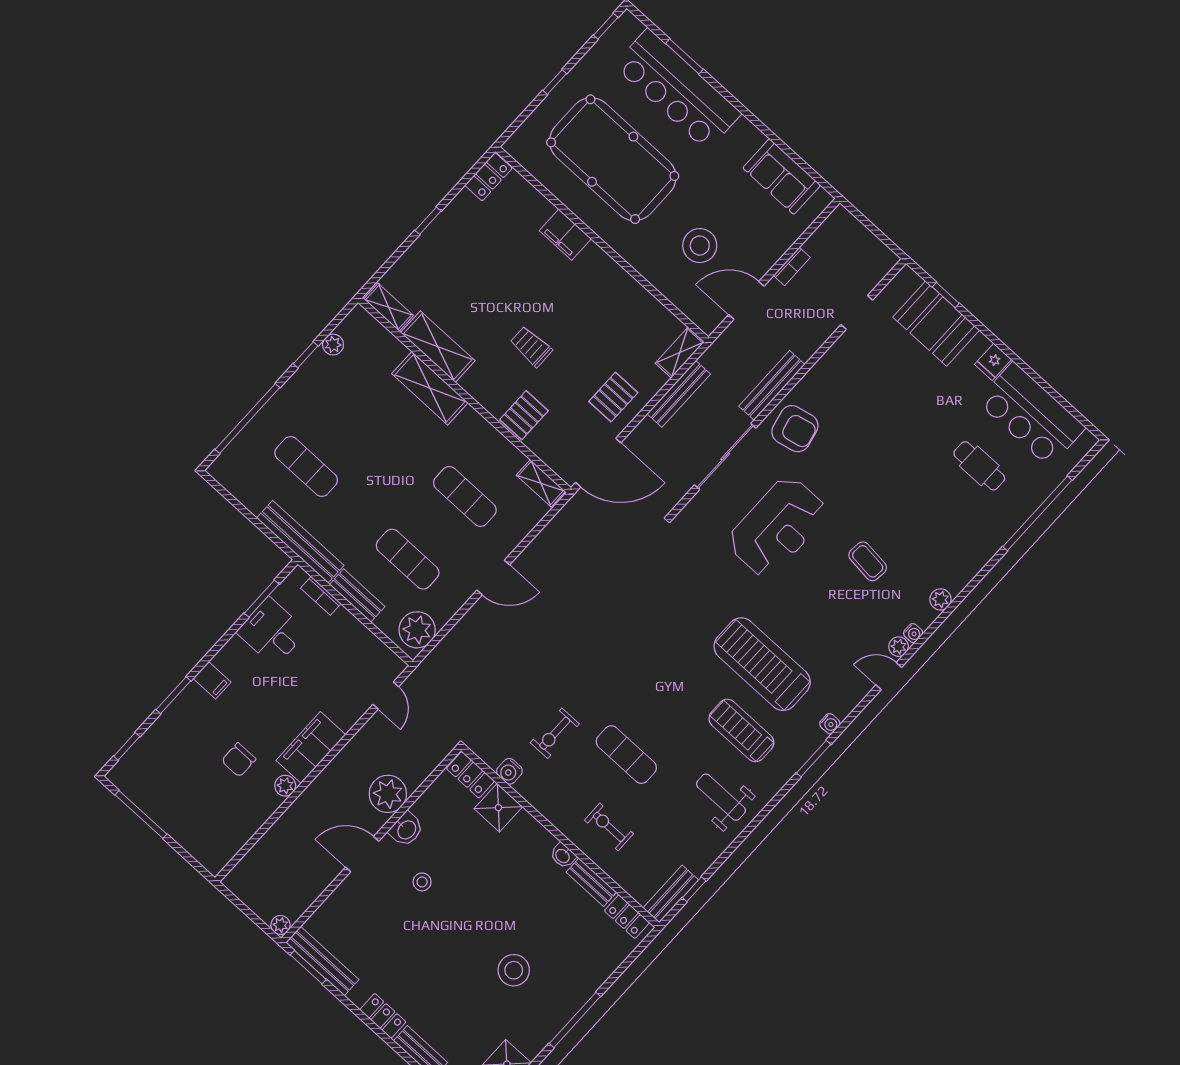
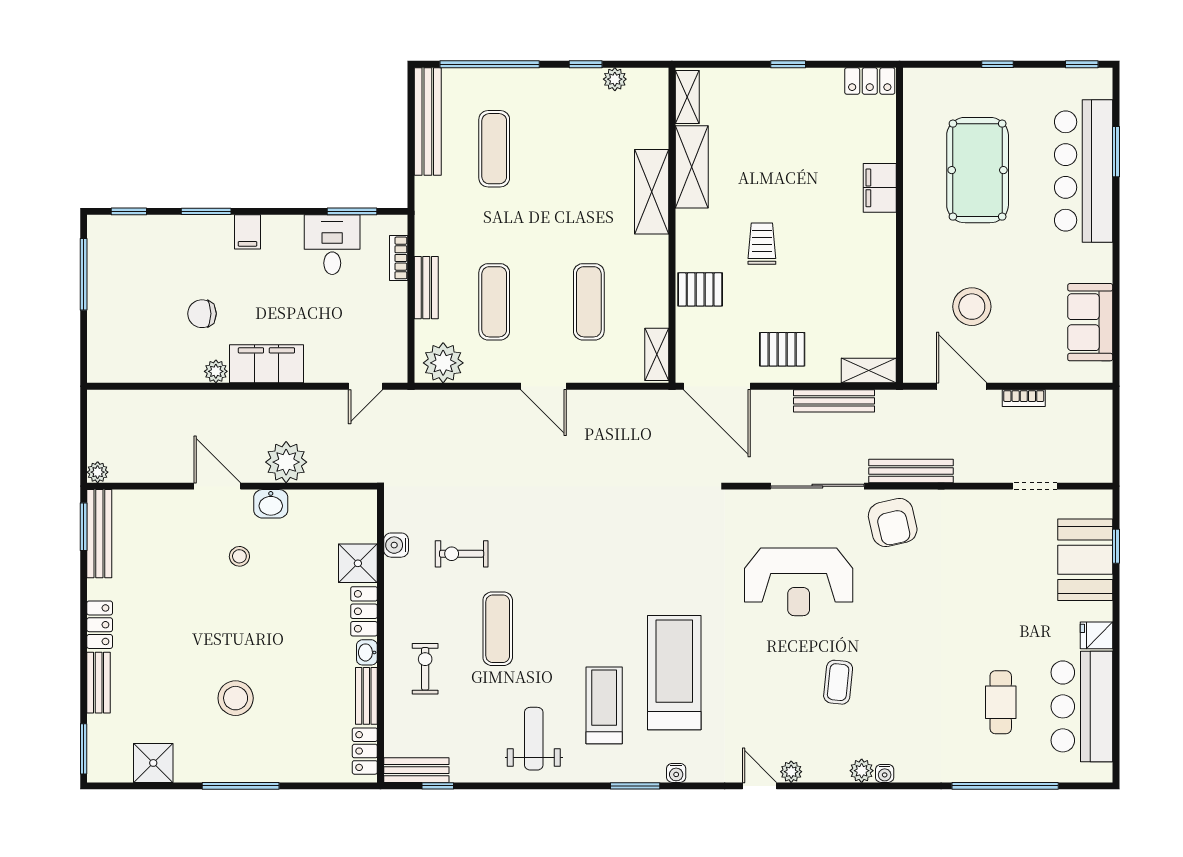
pool table: (613, 159) -> (978, 170), width x0.73, depth x0.76
bench: (300, 542) -> (428, 122), moved
water cooler: (913, 633) -> (885, 773), moved
locker: (470, 775) -> (364, 611), moved

